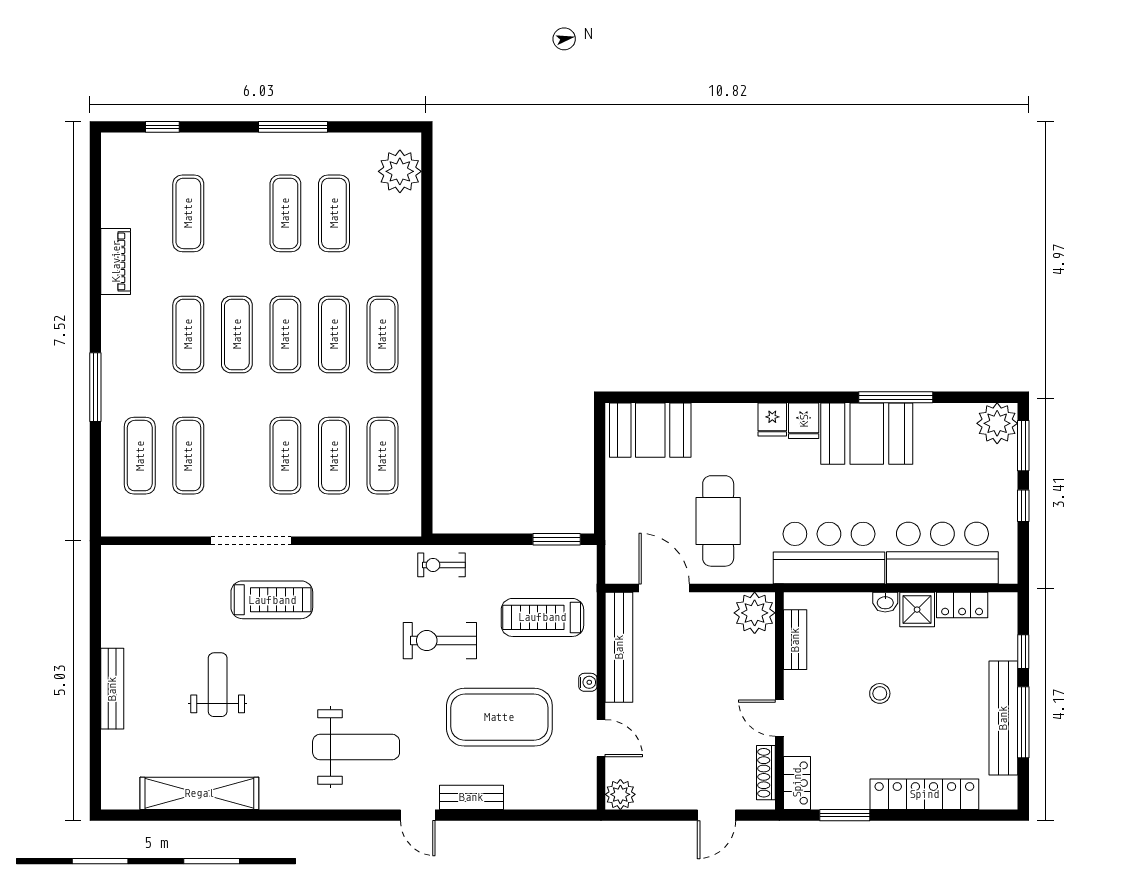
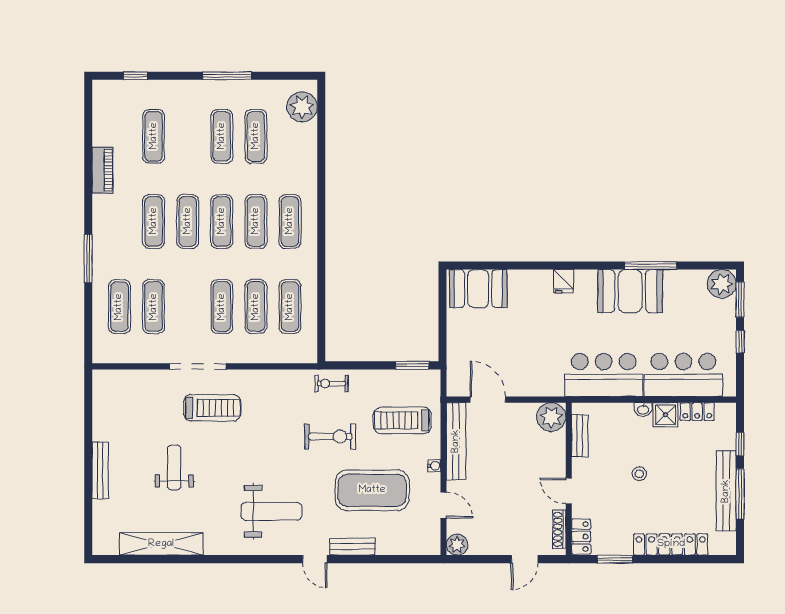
fridge: (804, 421) -> (586, 282), removed
cafe table: (718, 521) -> (526, 353), removed
exercise bike: (440, 641) -> (330, 436), turned 180

